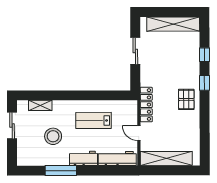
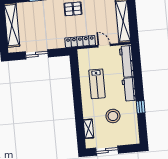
door: (139, 133) -> (104, 46), swing flipped
window: (61, 171) -> (141, 107), width x0.46

